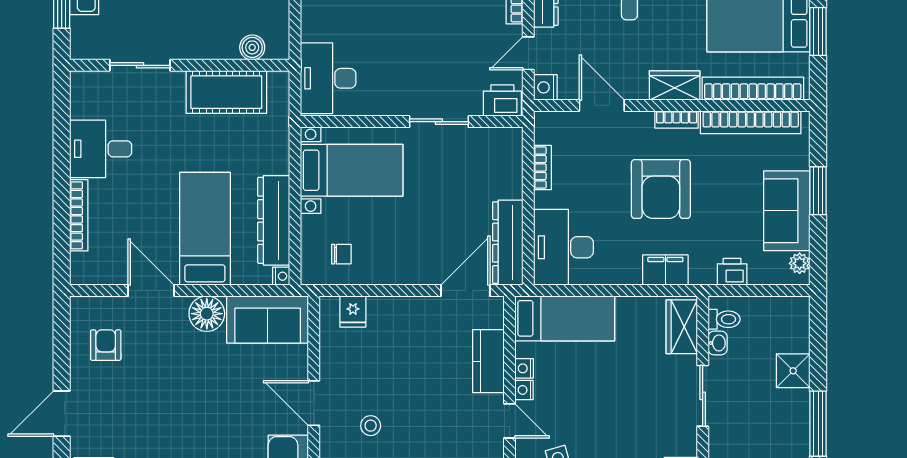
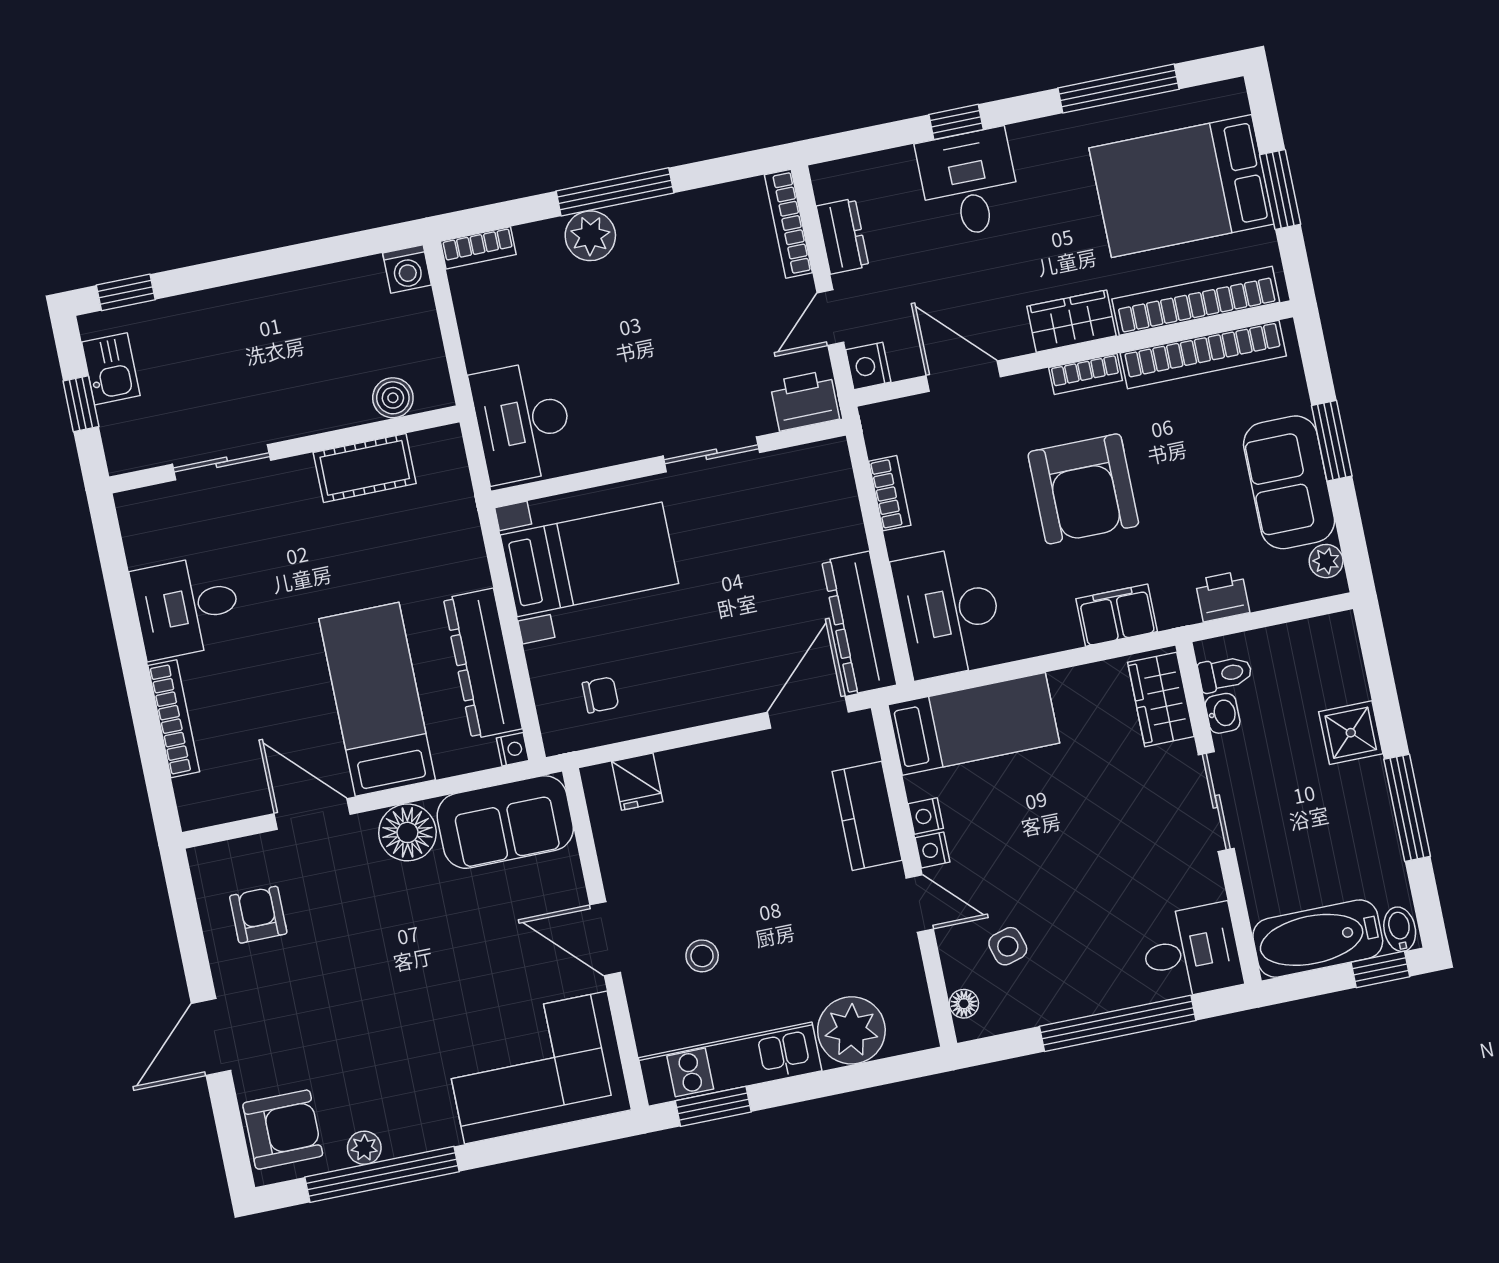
cot: (226, 92) -> (365, 468), width x0.73, depth x0.75

